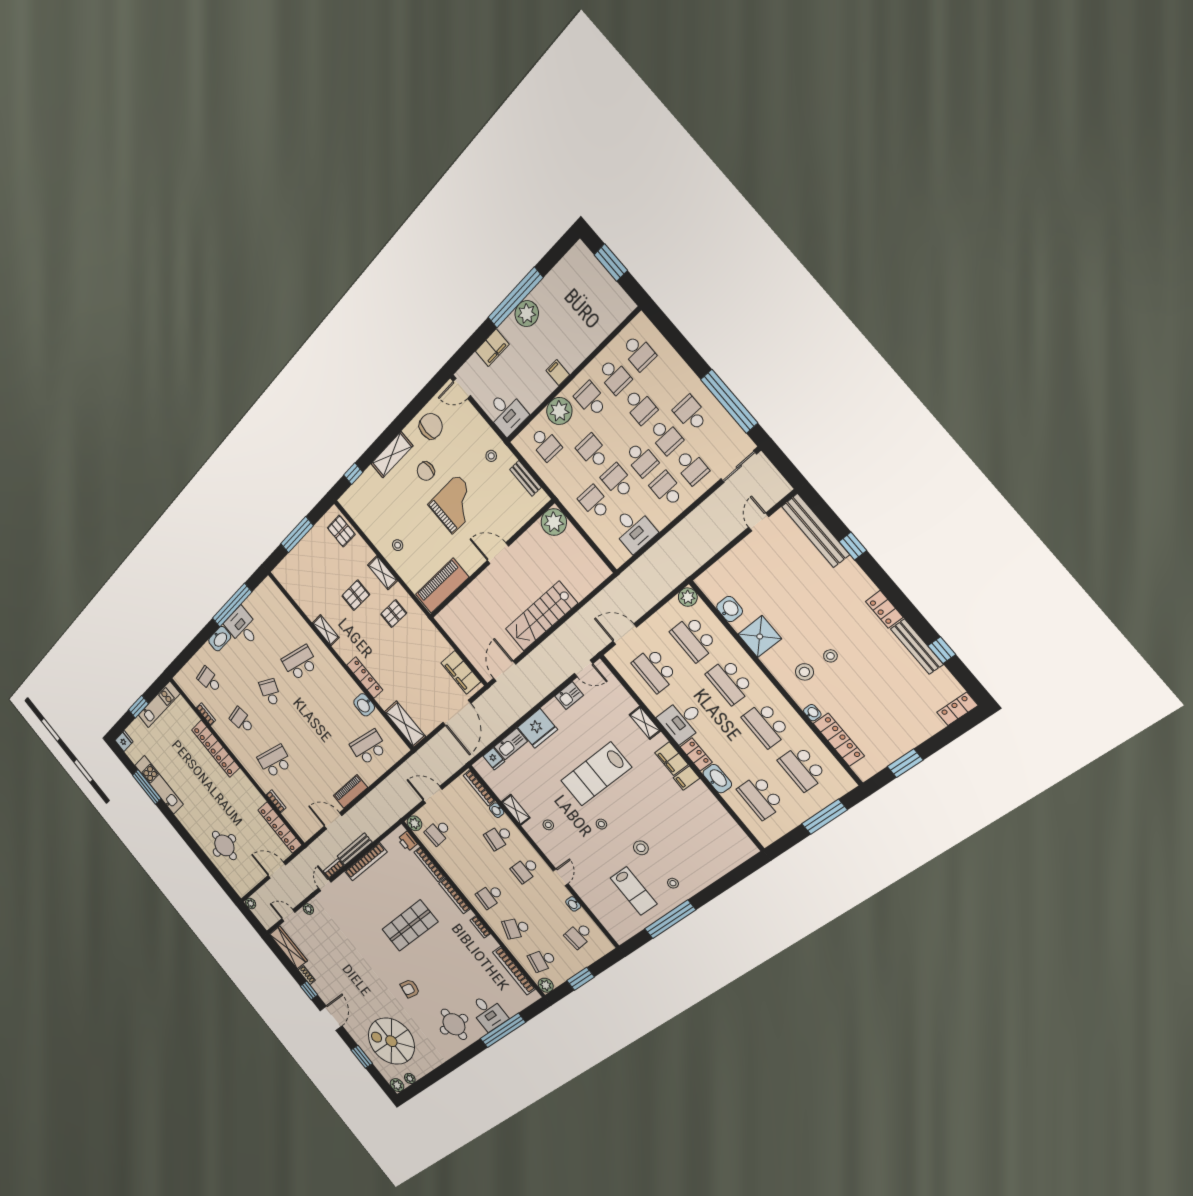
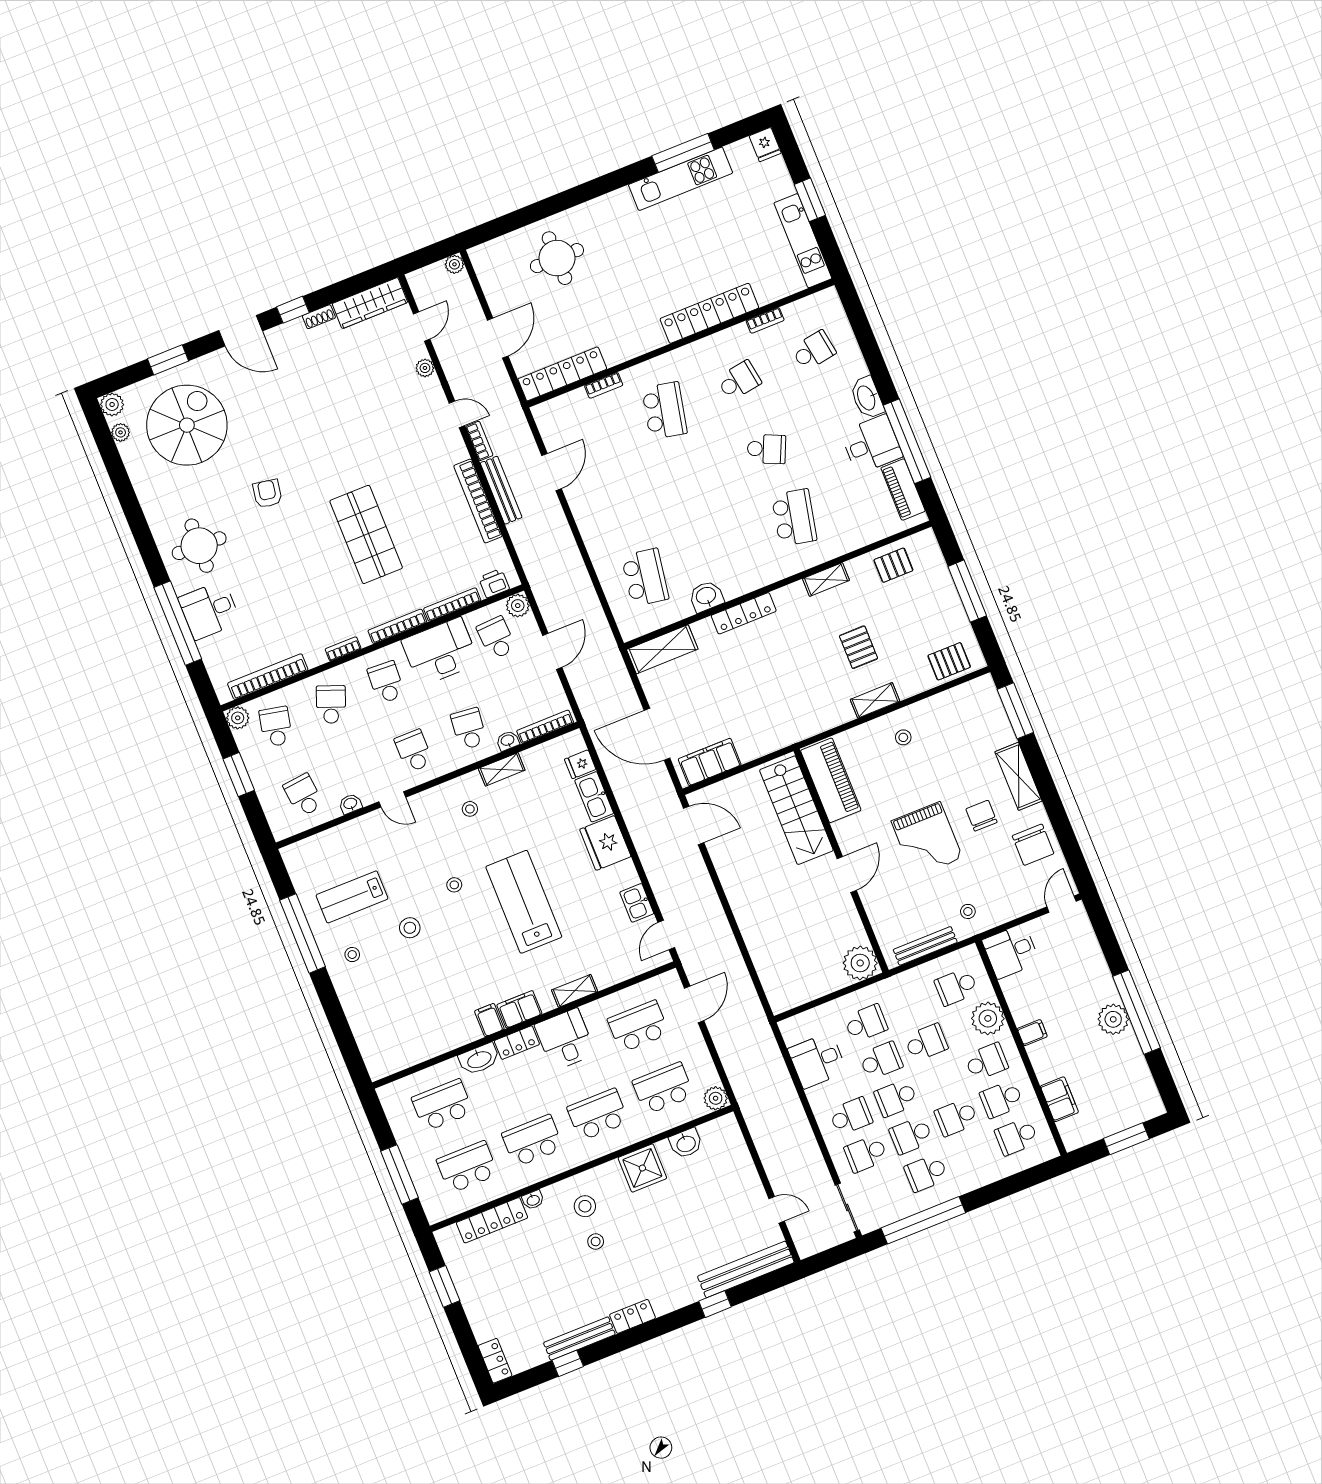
filing cabinet: (492, 348) -> (1059, 1099), moved, turned 180
school desk: (691, 414) -> (926, 1173), turned 180
window: (353, 474) -> (1015, 711), width x2.17
bench: (525, 478) -> (925, 946), width x1.36
pallet: (394, 614) -> (893, 565), moved, turned 90
stairs: (541, 616) -> (796, 810), moved, turned 180
piano: (350, 792) -> (903, 489), moved, turned 180
desk: (459, 866) -> (440, 652), added

